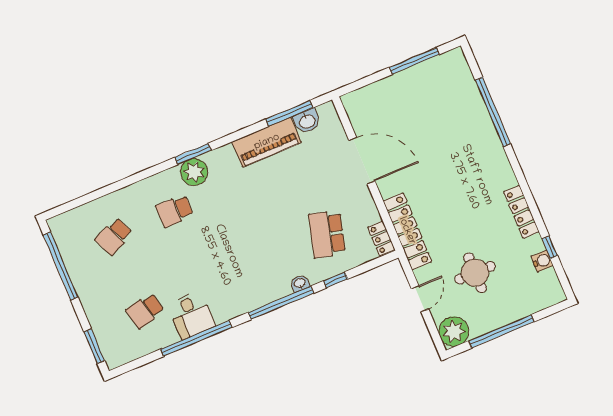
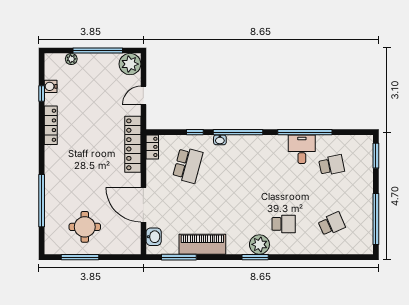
washbasin: (307, 121) -> (154, 237), moved, turned 90
round table: (475, 273) -> (85, 227), moved
plant: (531, 307) -> (71, 59), added

